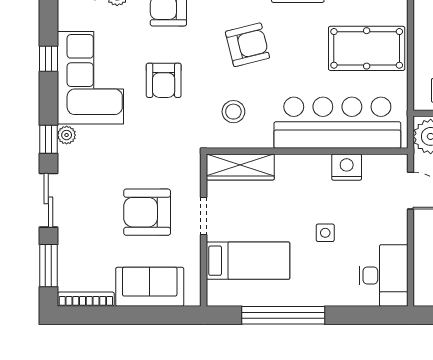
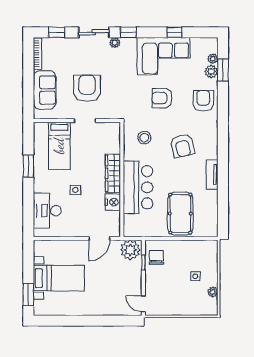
bar counter: (337, 123) -> (138, 187), width x0.73
plant: (67, 135) -> (115, 43), moved
wardrobe: (240, 167) -> (113, 173), moved
window: (48, 266) -> (57, 32), width x0.67
desk: (384, 275) -> (47, 211), moved, turned 90
window: (283, 315) -> (28, 166), width x0.47

